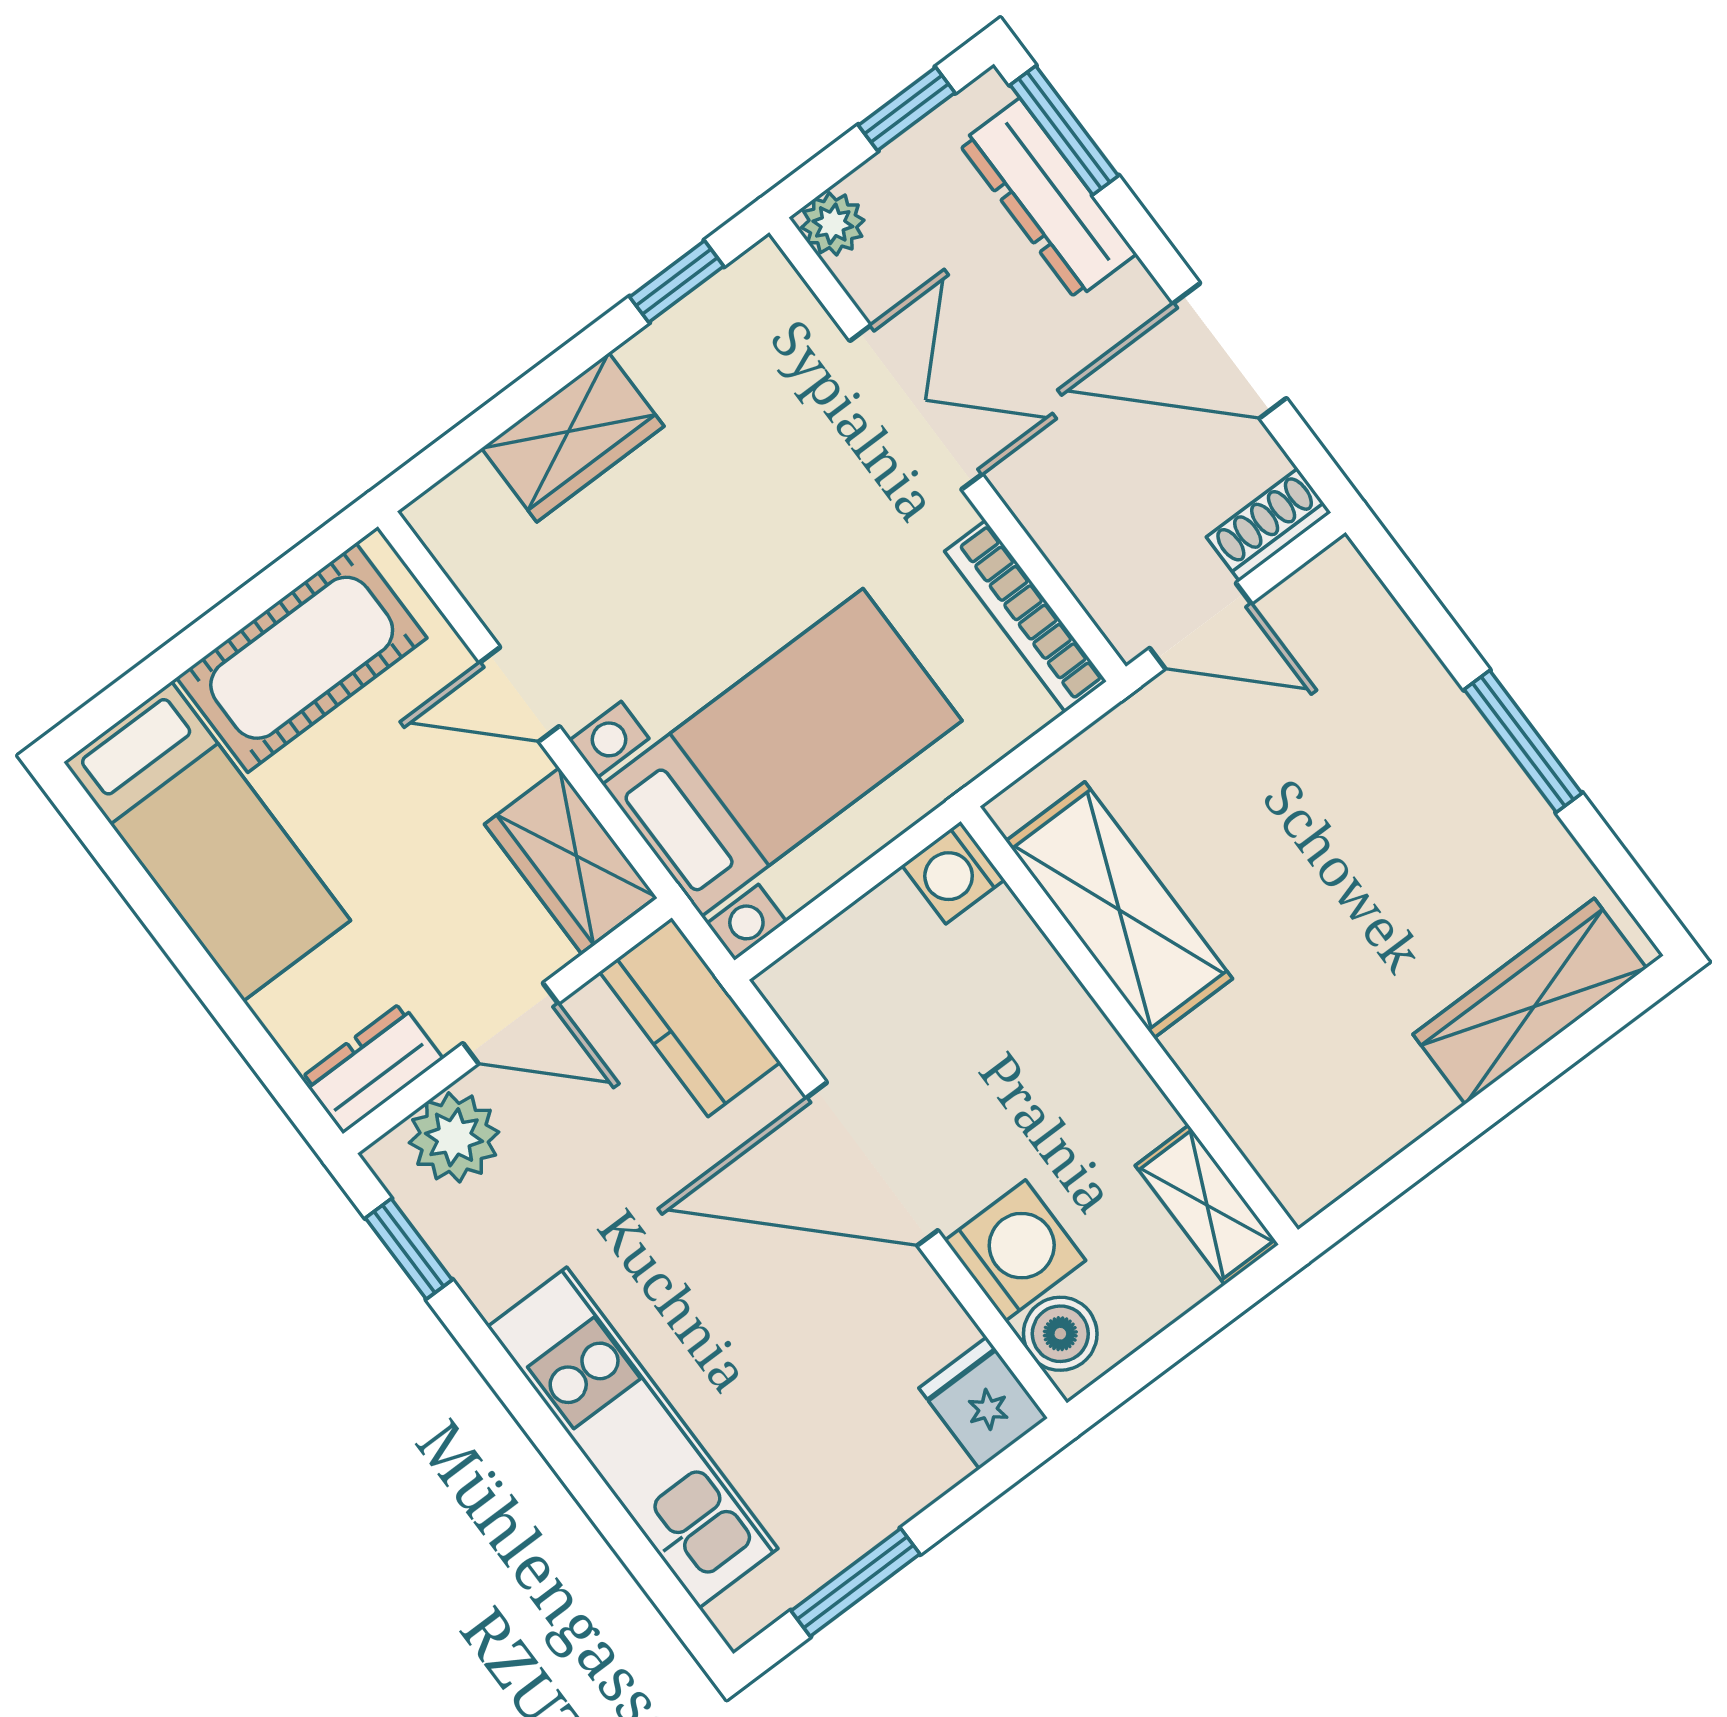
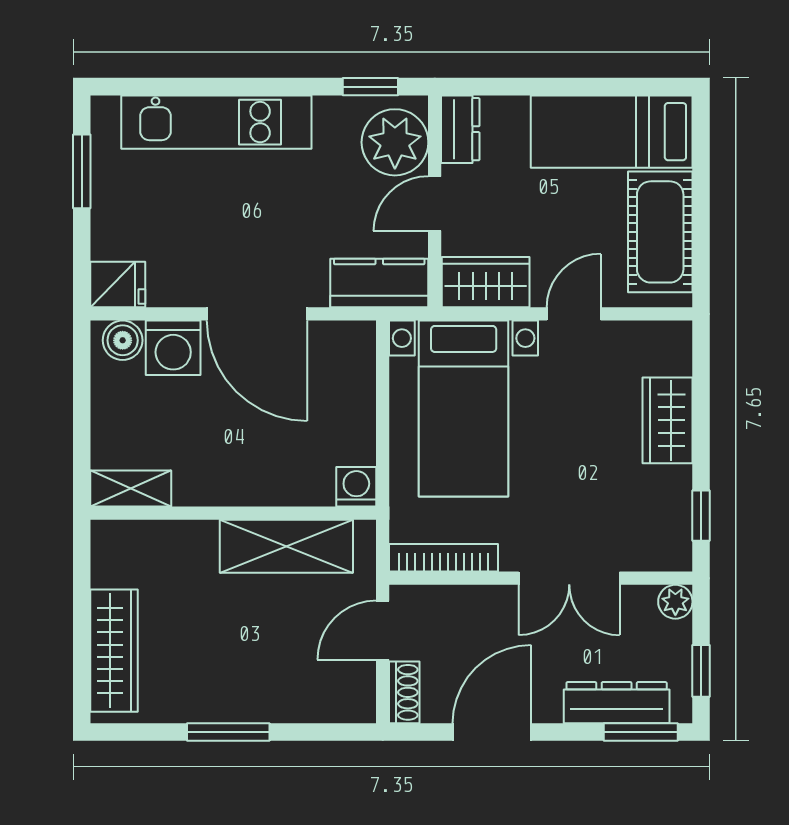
washing machine: (953, 873) -> (356, 487), moved
shelving: (1119, 910) -> (286, 546), moved
wall: (1129, 1026) -> (233, 513), moved
plant: (454, 1137) -> (395, 142), width x1.36, depth x1.36
door: (872, 1164) -> (257, 314), swing flipped
shelving: (1207, 1205) -> (131, 489), moved

